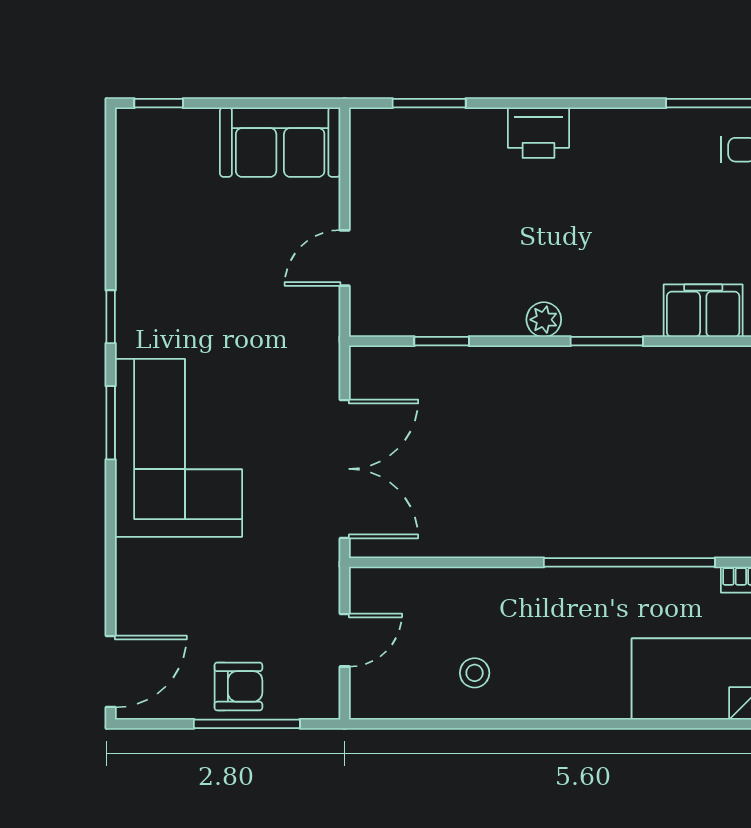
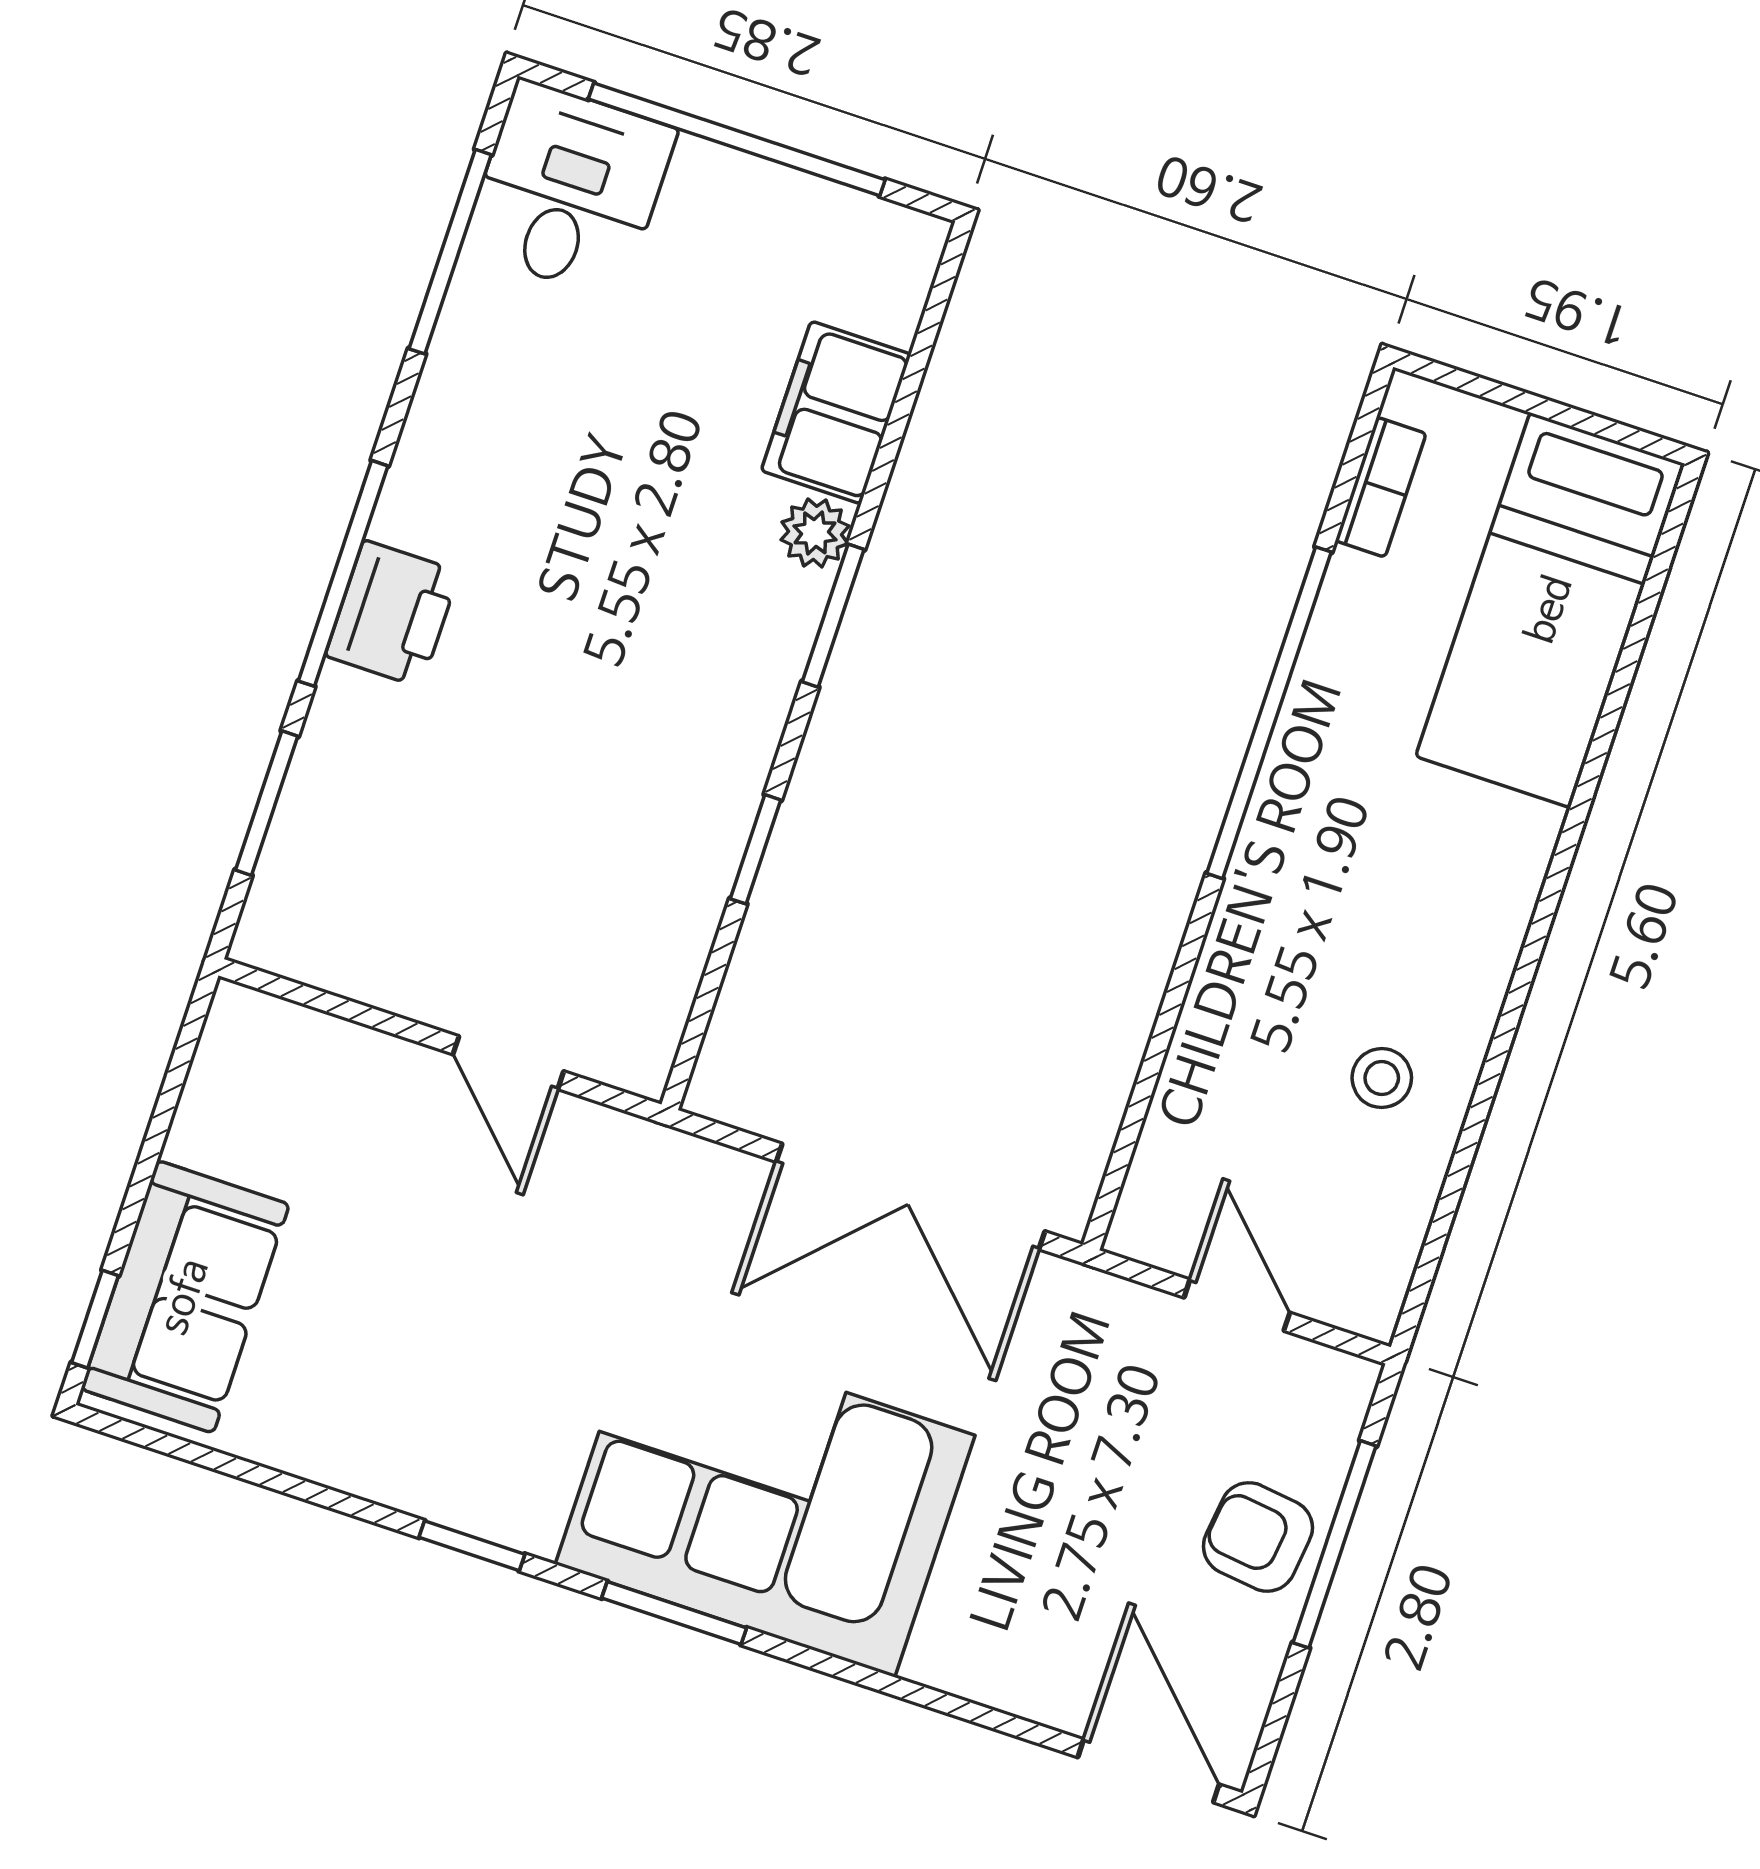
window: (550, 103) -> (343, 573), added
sofa: (280, 142) -> (185, 1297), moved
plant: (544, 320) -> (815, 533), moved
window: (442, 341) -> (755, 849), moved
double door: (345, 469) -> (911, 1197), swing flipped
armchair: (238, 686) -> (1258, 1537), turned -83

